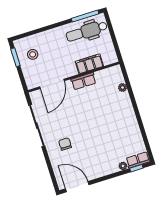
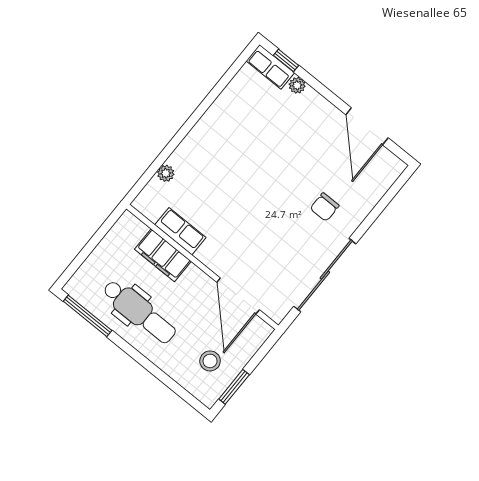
dental chair: (87, 31) -> (139, 312), moved
row of seats: (83, 81) -> (180, 231), moved
door: (52, 84) -> (238, 296), swing flipped
door: (77, 187) -> (367, 126), moved

